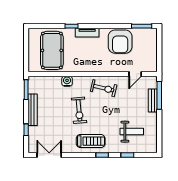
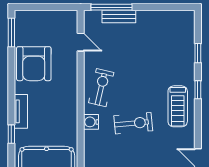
armchair: (120, 42) -> (34, 64), turned 90
water cooler: (67, 81) -> (91, 122), moved
weight bench: (132, 132) -> (164, 47), removed
treadmill: (91, 141) -> (178, 106), turned 180

